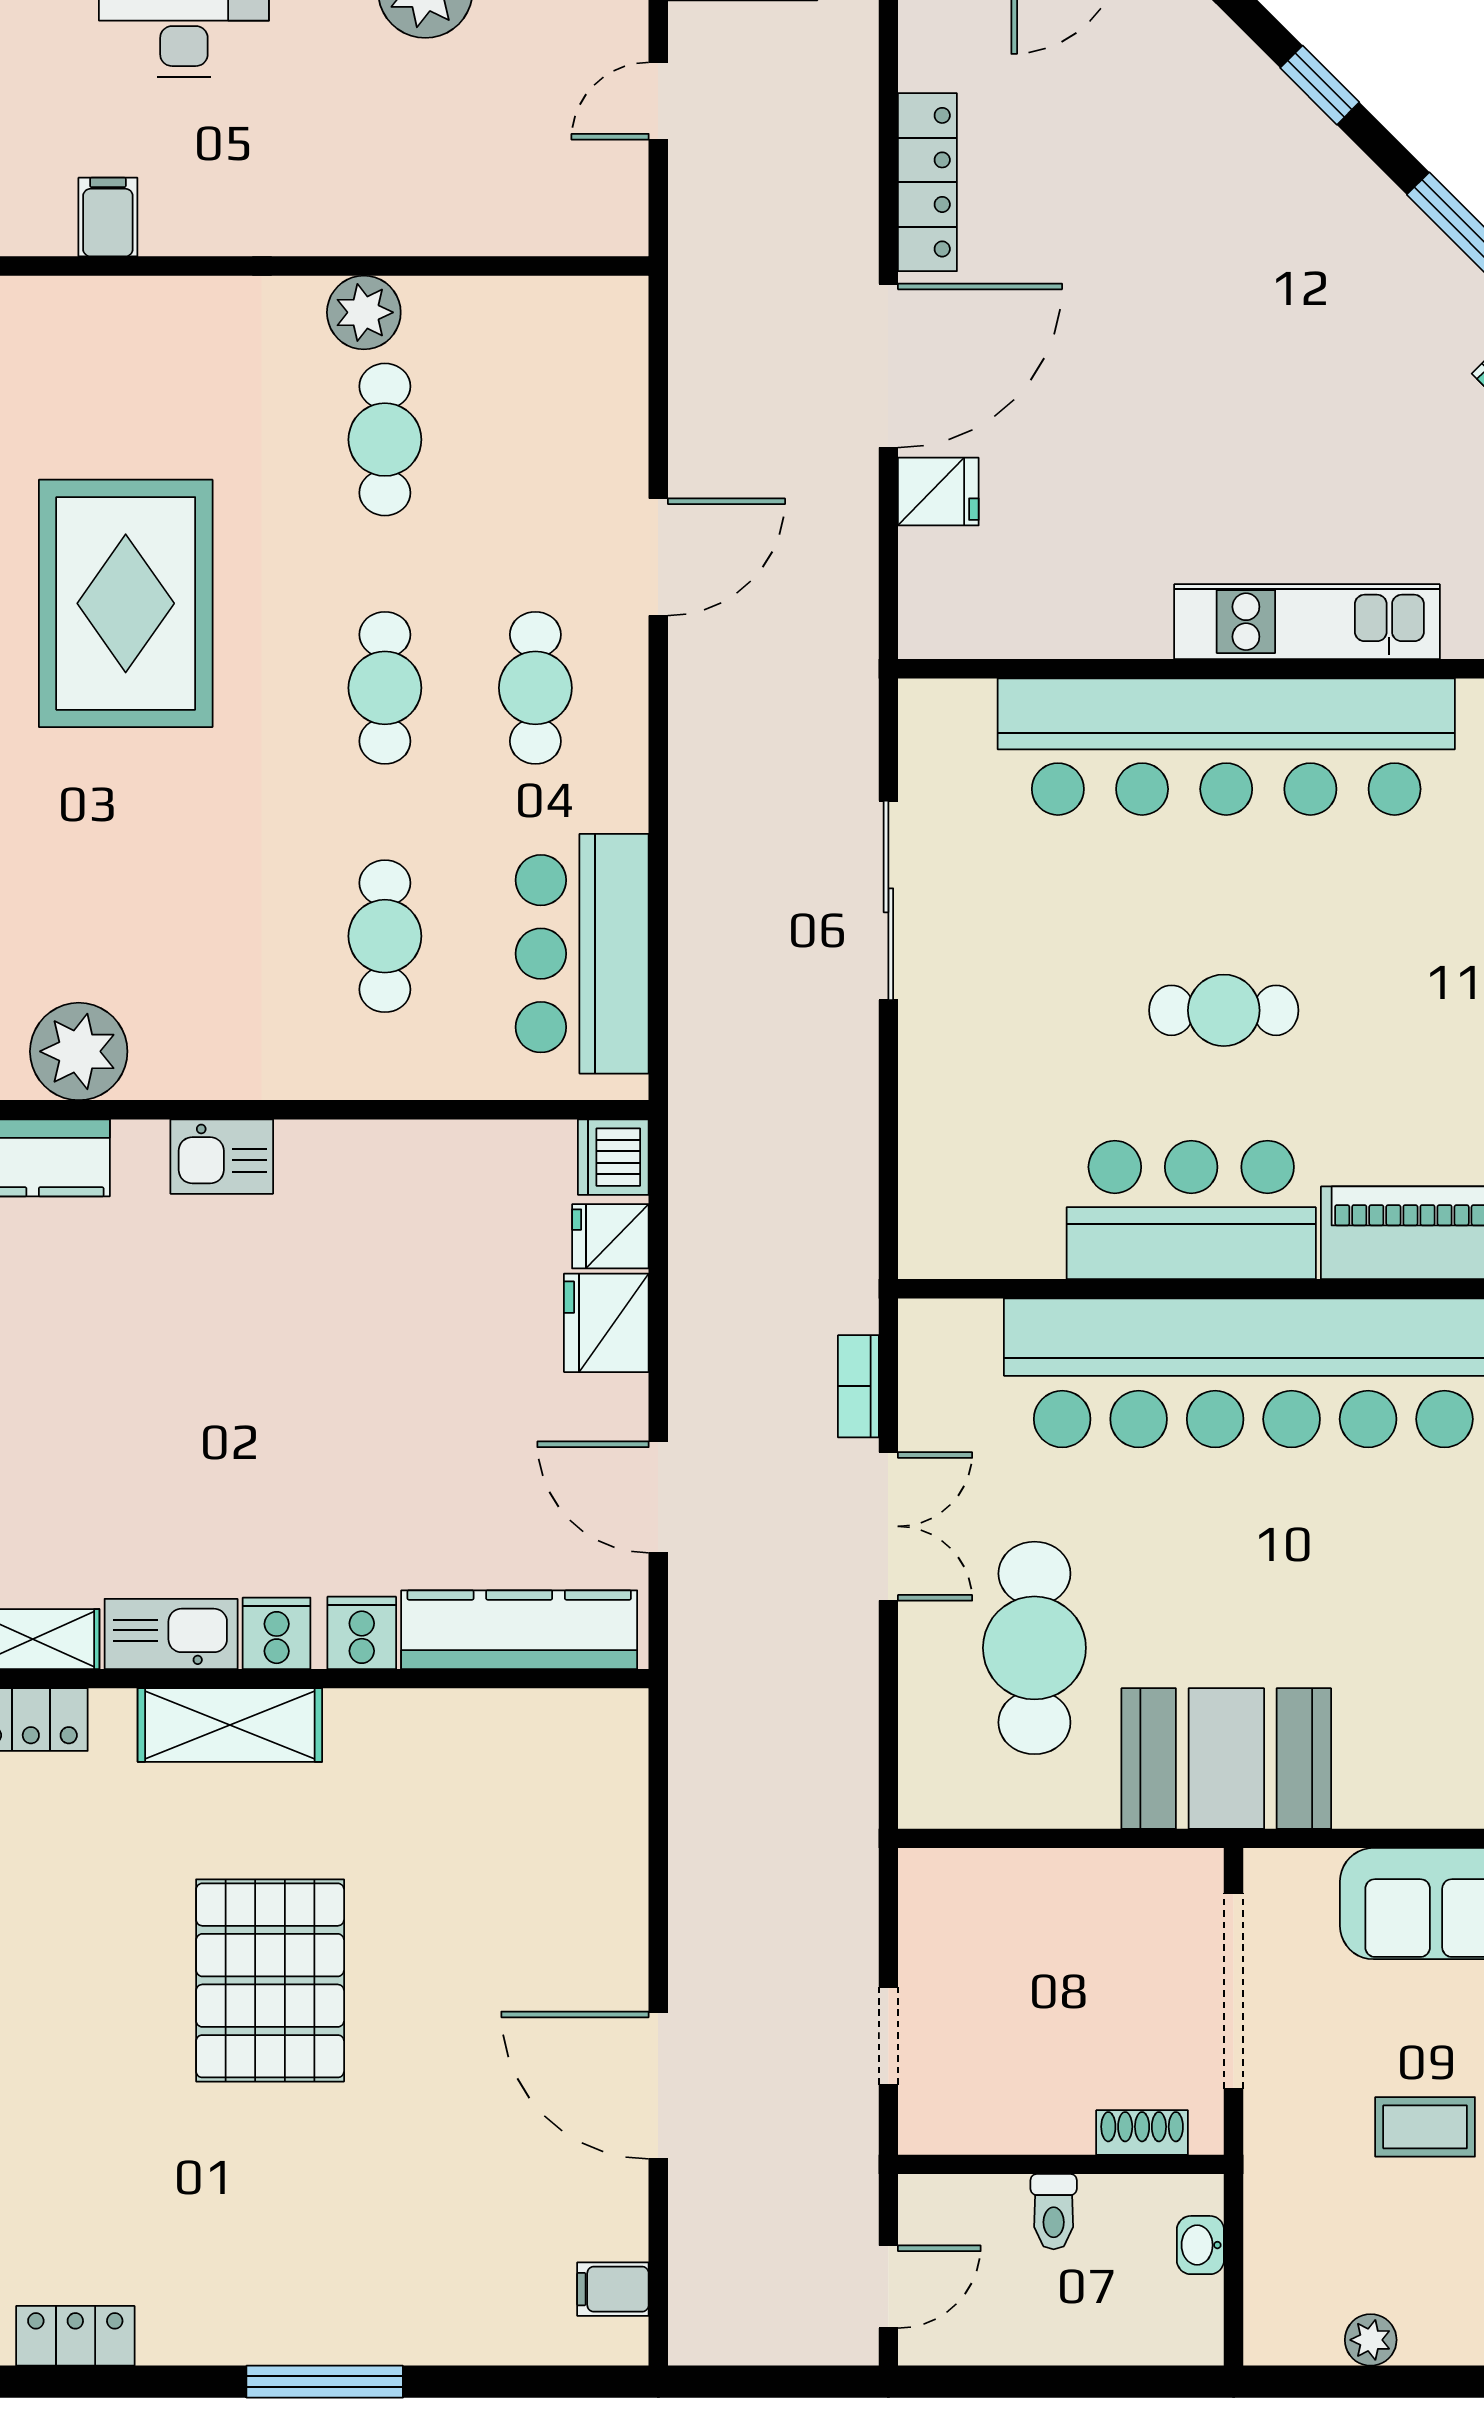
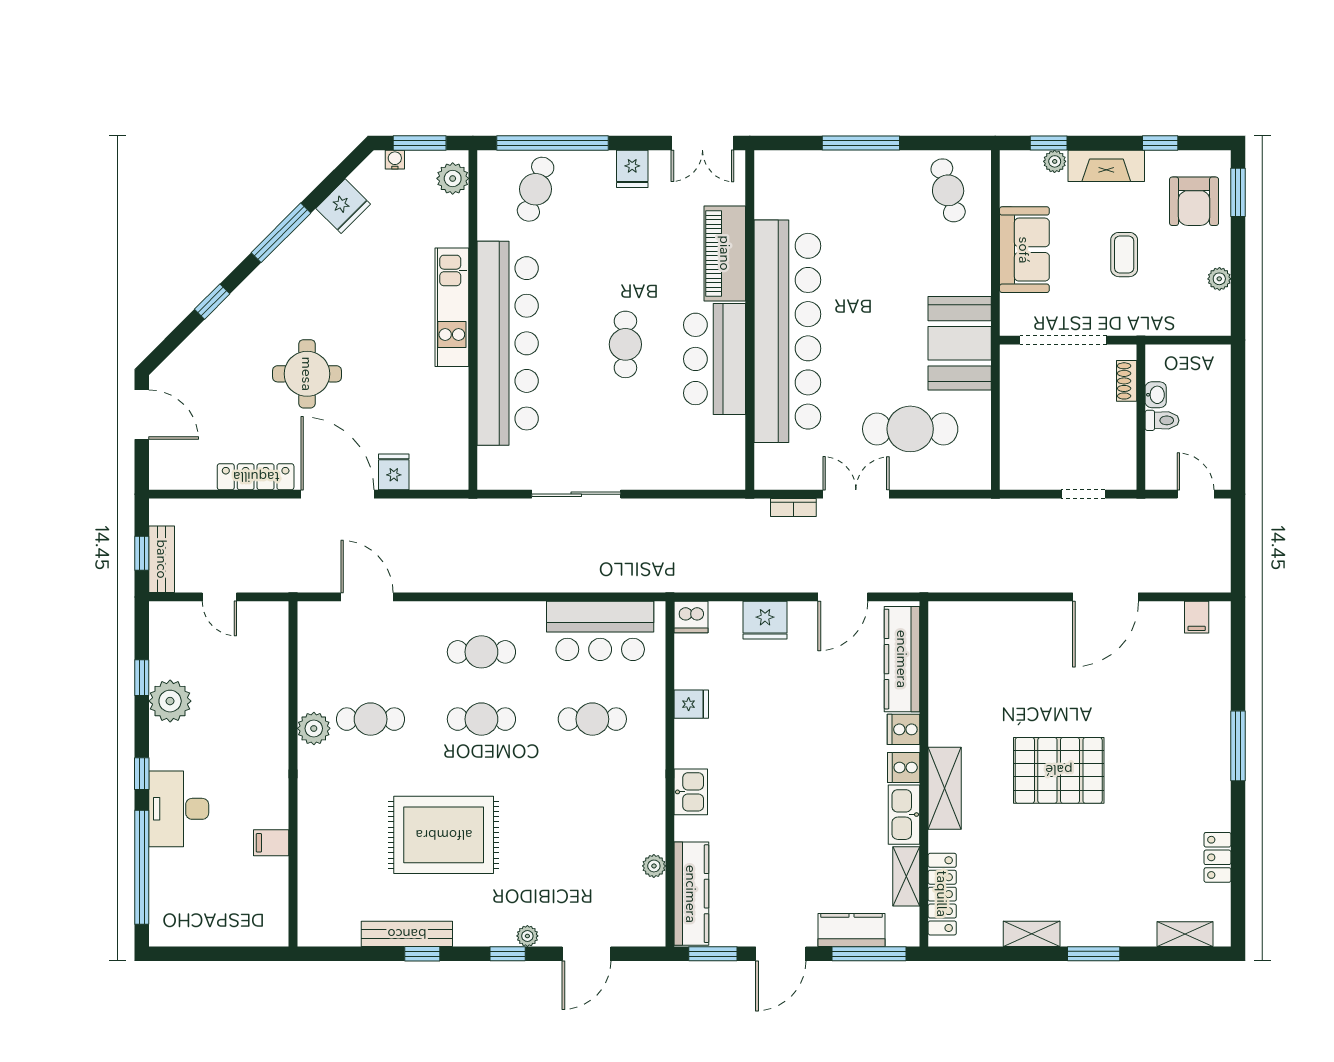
round table: (1158, 297) -> (307, 374), added
door: (658, 557) -> (367, 597), moved
plant: (79, 1051) -> (654, 866), width x0.53, depth x0.53
fridge: (610, 1236) -> (691, 704), moved, turned -90
washbasin: (1200, 2245) -> (1156, 395), moved, turned -90

